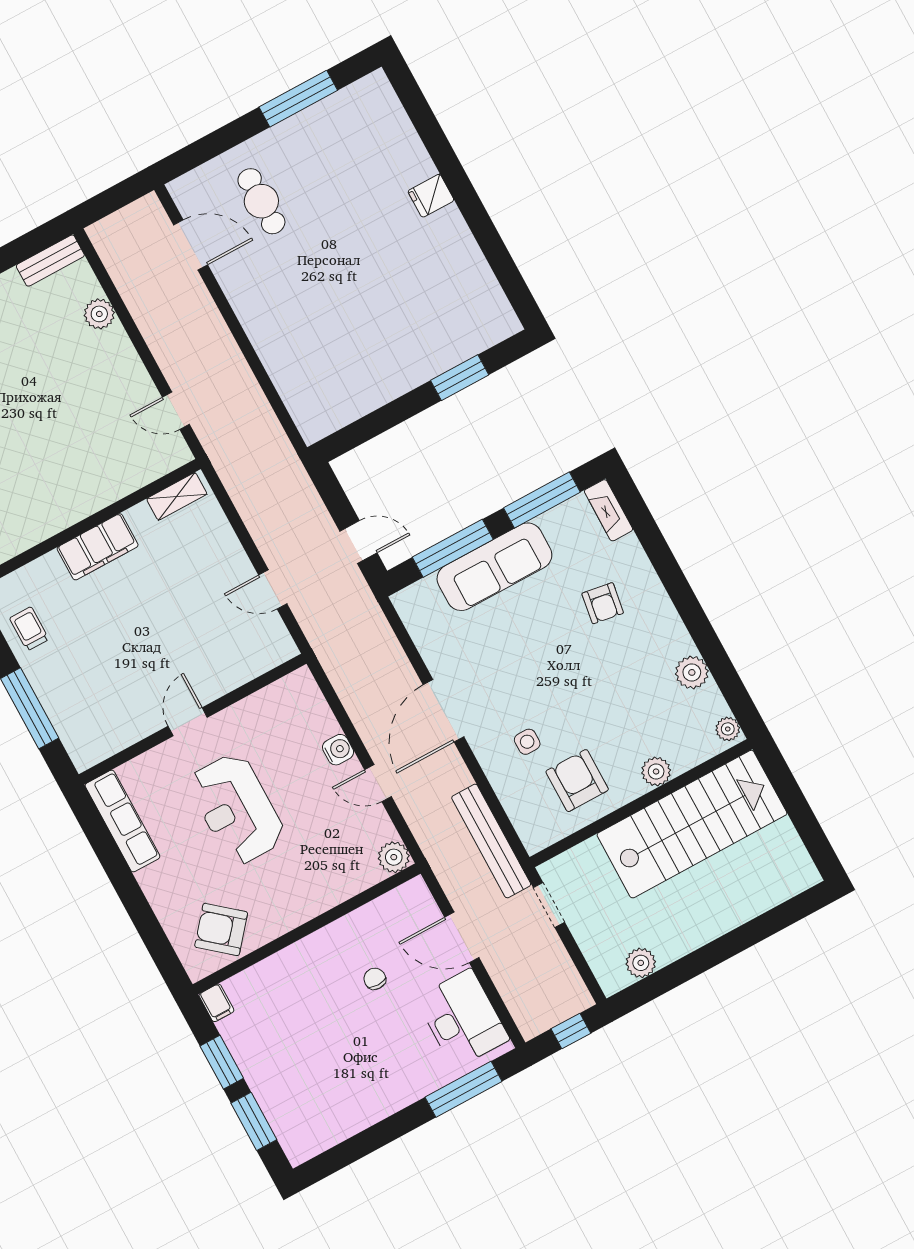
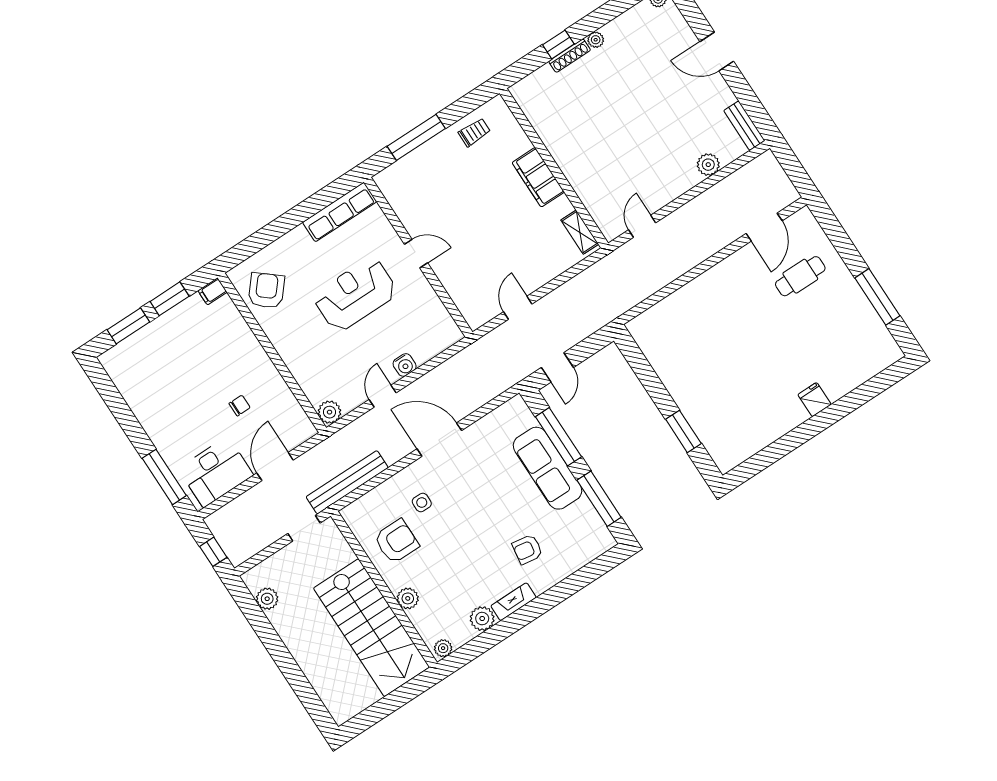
fireplace: (609, 510) -> (513, 602), moved

